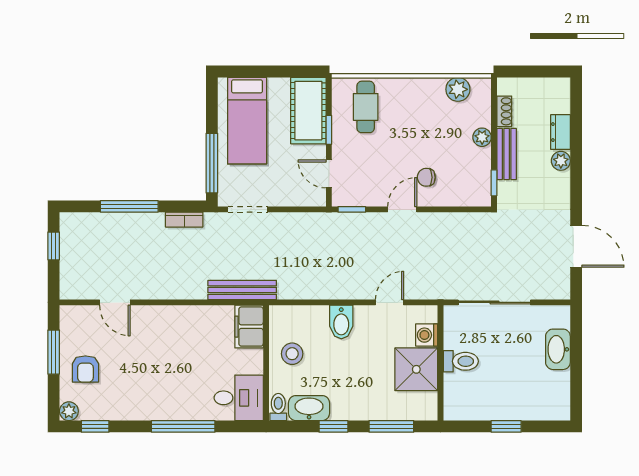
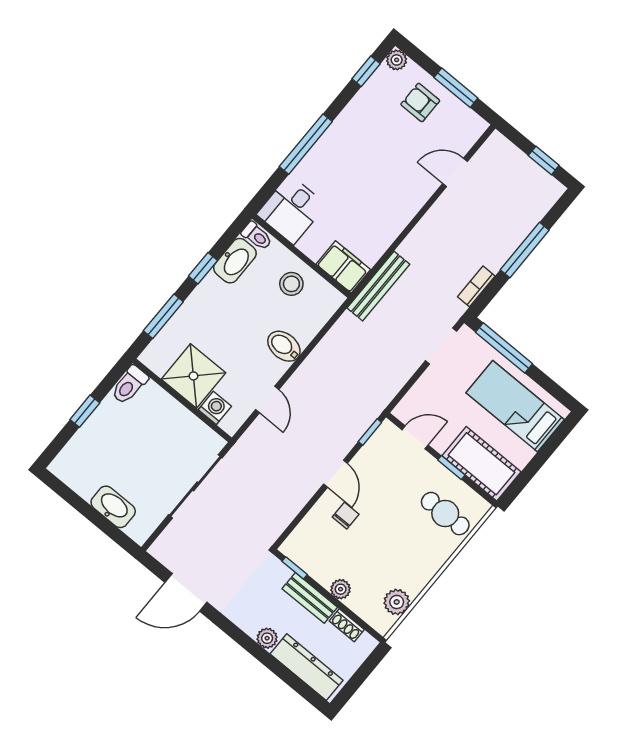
dresser: (561, 132) -> (307, 667), width x1.96, depth x1.24
toilet: (461, 361) -> (129, 385), moved

